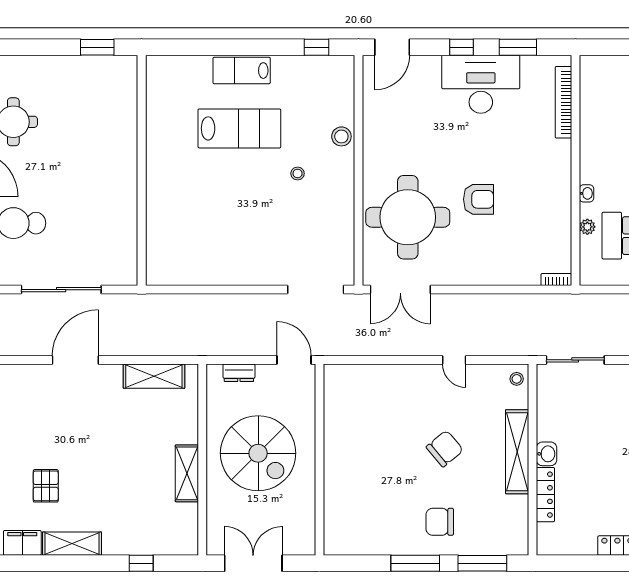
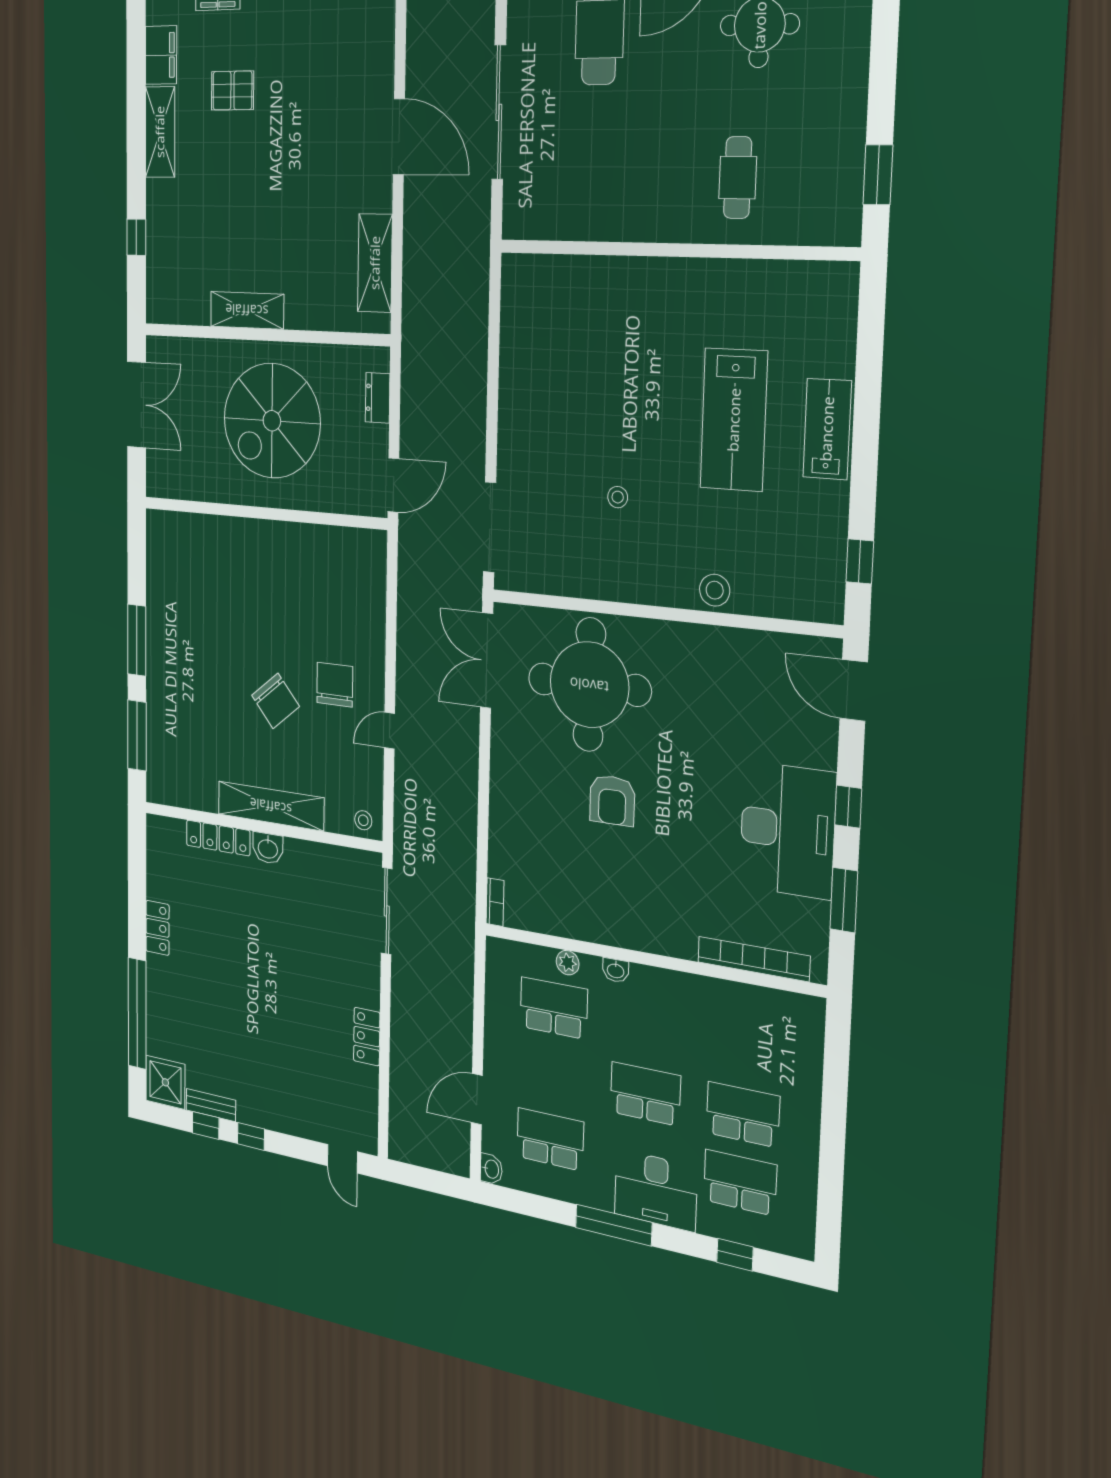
cafe table: (99, 132) -> (738, 178), added
stool: (298, 173) -> (618, 497), moved
chair: (440, 522) -> (335, 685), moved

